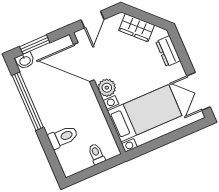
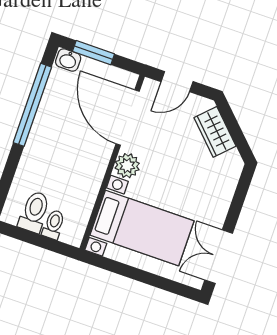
dresser: (168, 51) -> (225, 186), removed
toilet: (63, 137) -> (34, 212), moved, turned -90

